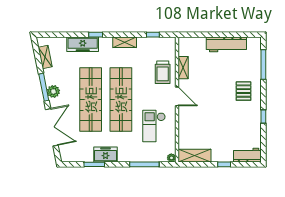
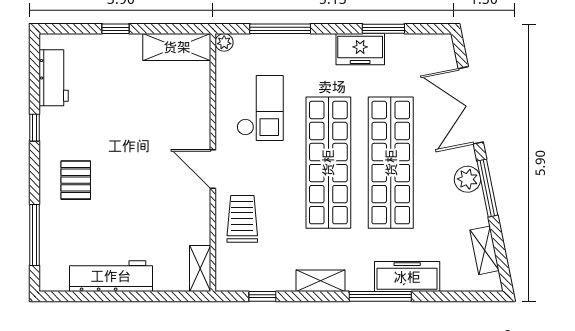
window: (96, 35) -> (380, 296), width x2.17
shelving: (183, 68) -> (200, 268), moved
workbench: (247, 155) -> (54, 78), moved, turned -90

